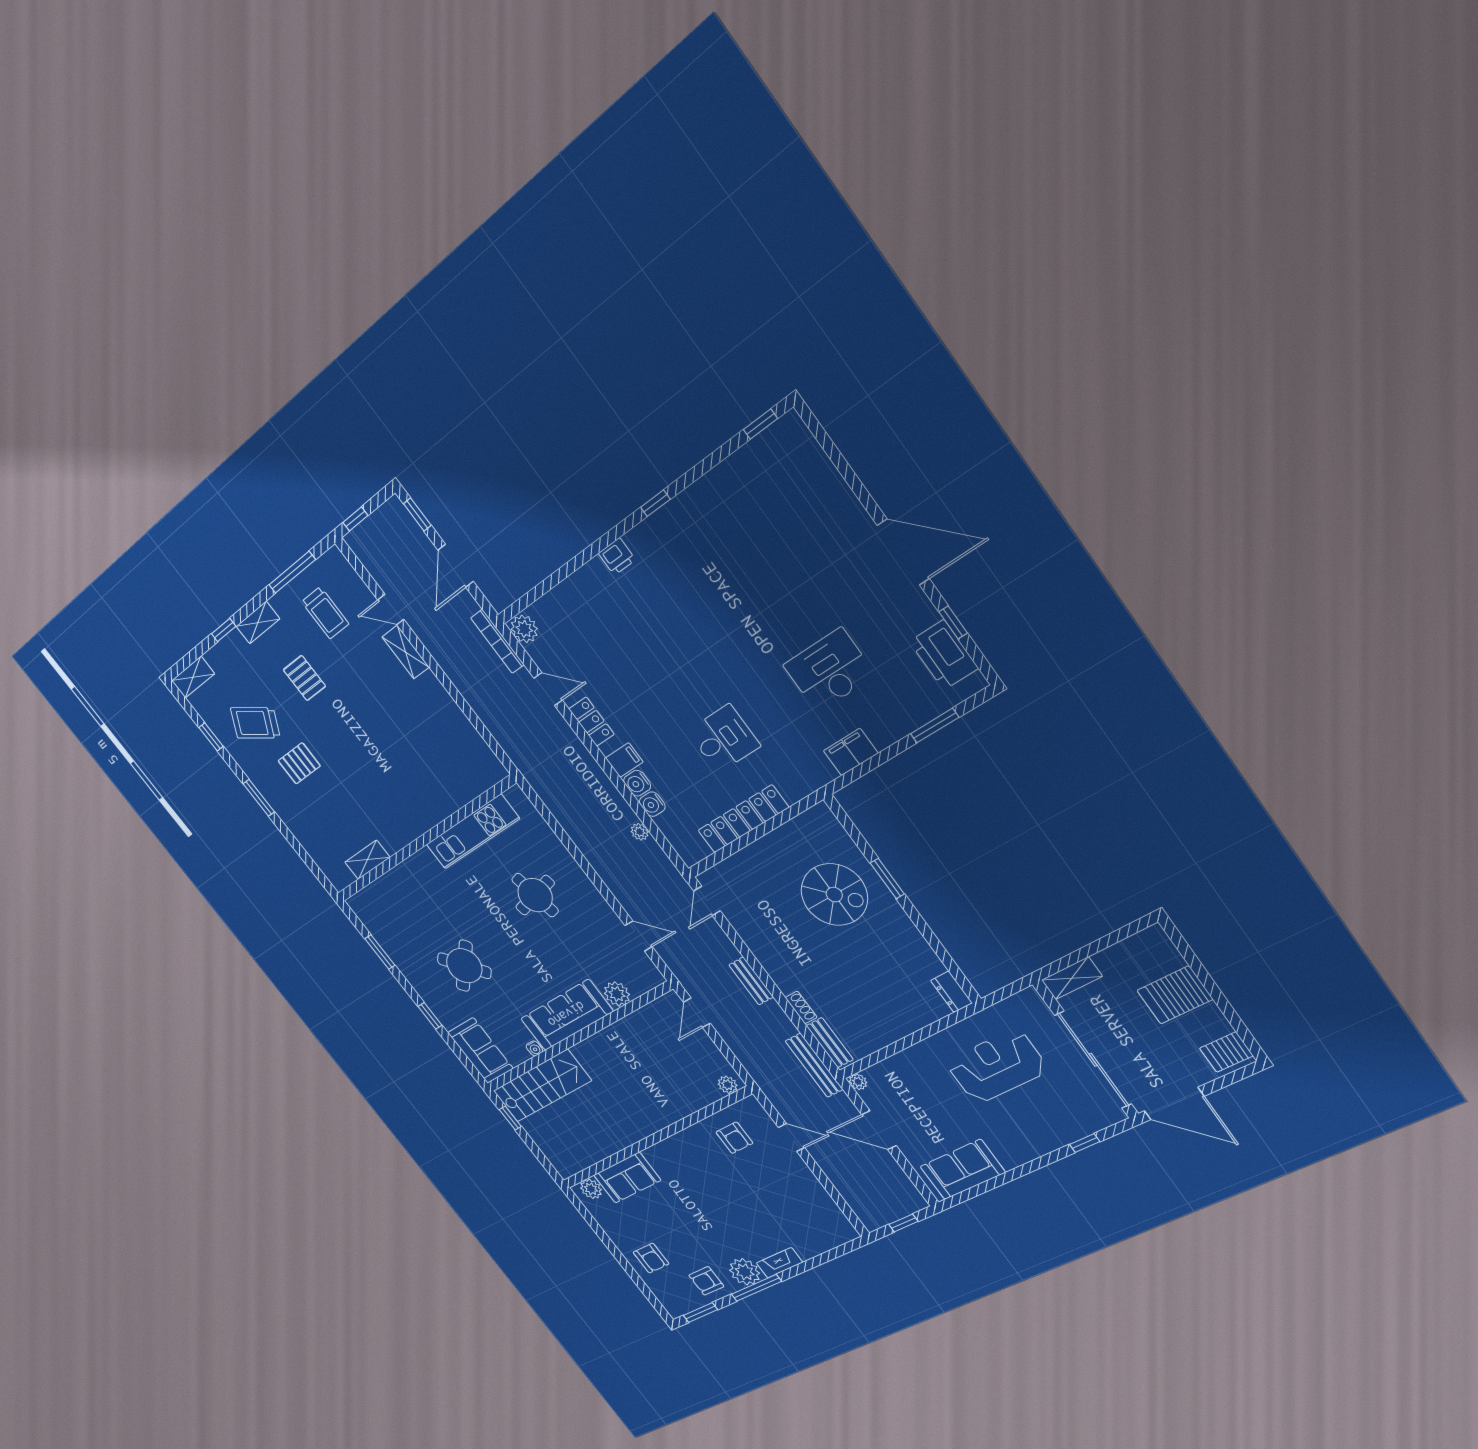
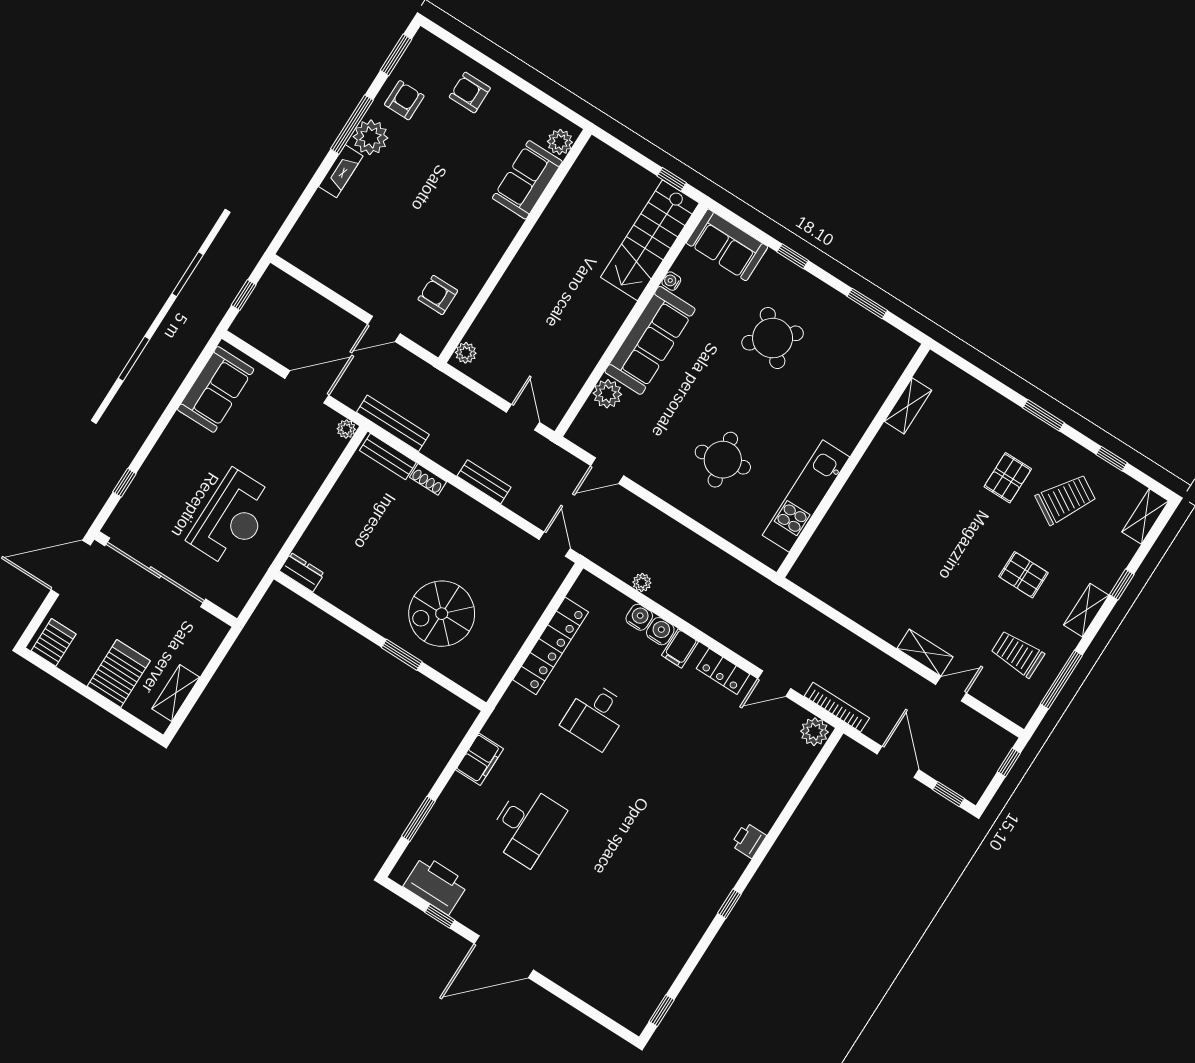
shelving: (1072, 978) -> (176, 693), moved

